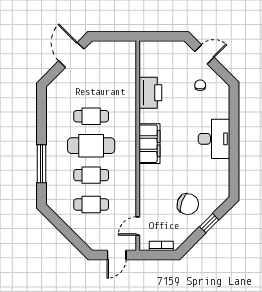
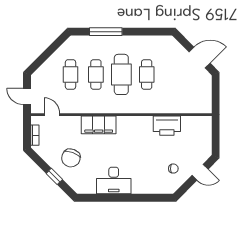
door: (204, 54) -> (200, 172), hinge flipped
desk: (214, 139) -> (114, 181), moved
filing cabinet: (150, 144) -> (99, 125), moved

